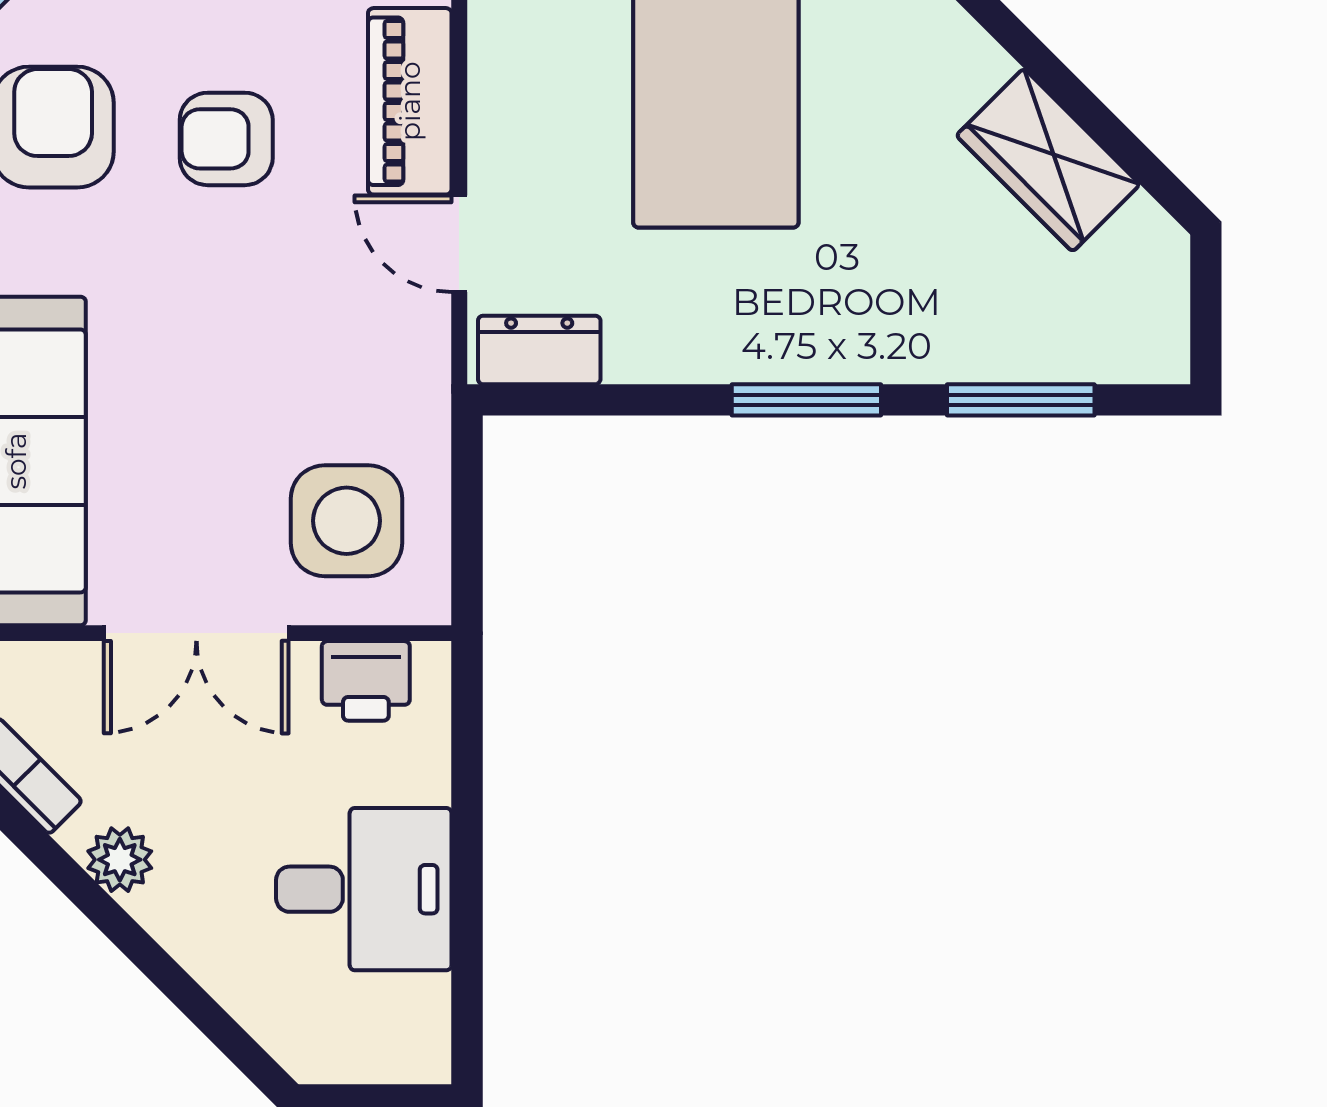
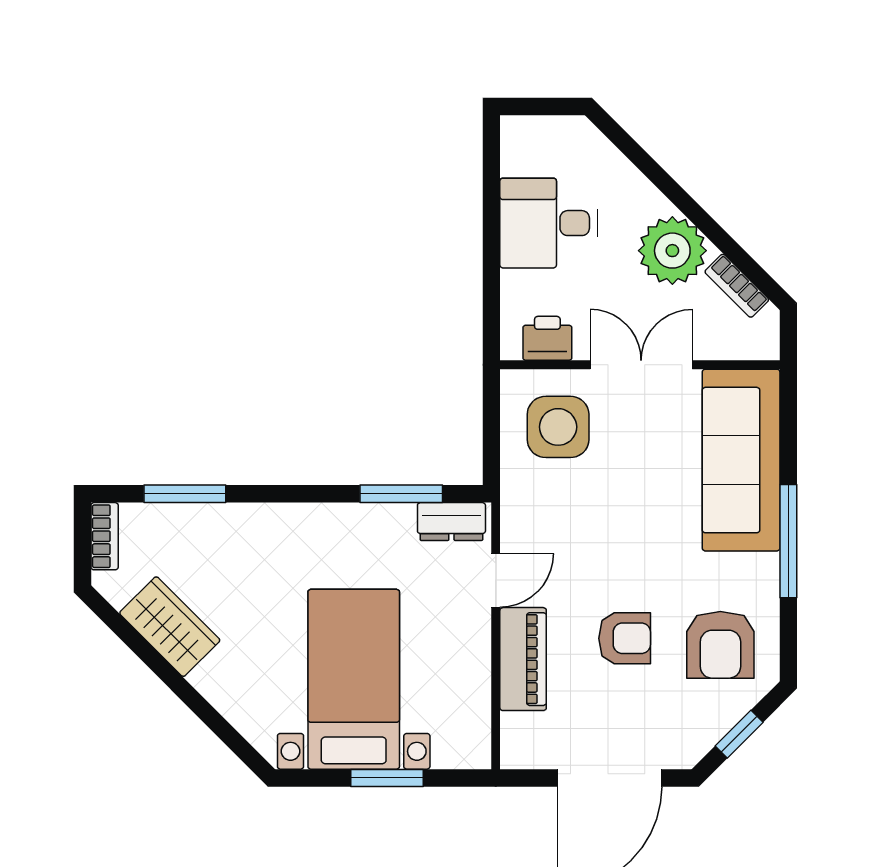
door: (459, 244) -> (496, 580), hinge flipped
bookcase: (1166, 323) -> (105, 536), added
window: (806, 400) -> (401, 494), moved
plant: (120, 860) -> (672, 251), width x1.87, depth x1.87

